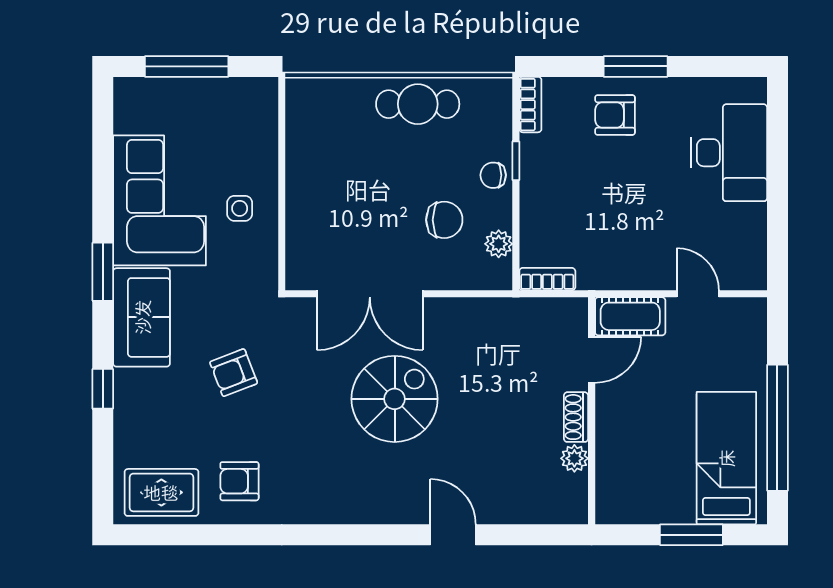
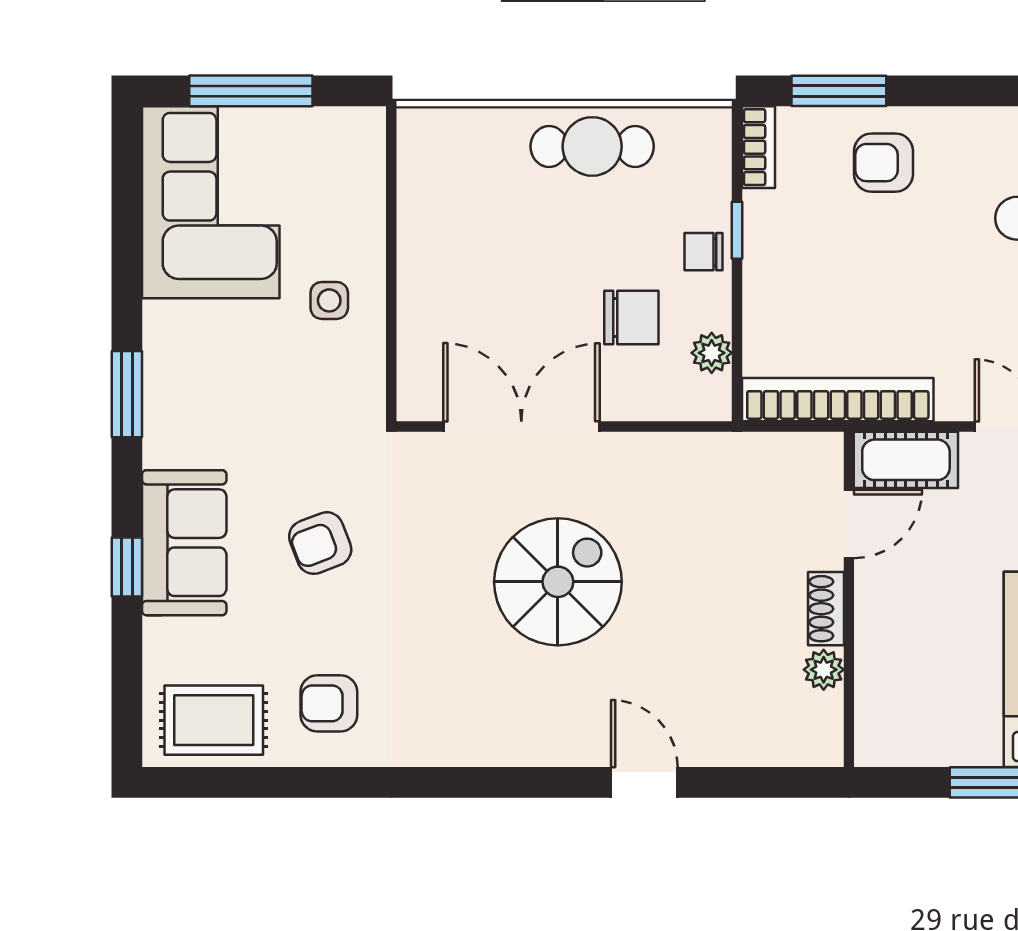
window: (636, 66) -> (839, 91), moved
corner sofa: (159, 200) -> (211, 202), moved
bookcase: (547, 279) -> (838, 400), width x2.31, depth x1.31
double door: (370, 294) -> (521, 427), swing flipped
sofa: (142, 317) -> (184, 543), moved

